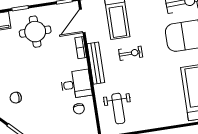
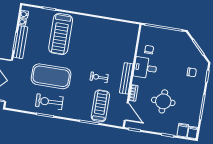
door: (82, 21) -> (126, 112), hinge flipped
round table: (35, 32) -> (163, 101), moved
weight bench: (118, 109) -> (121, 41), removed

